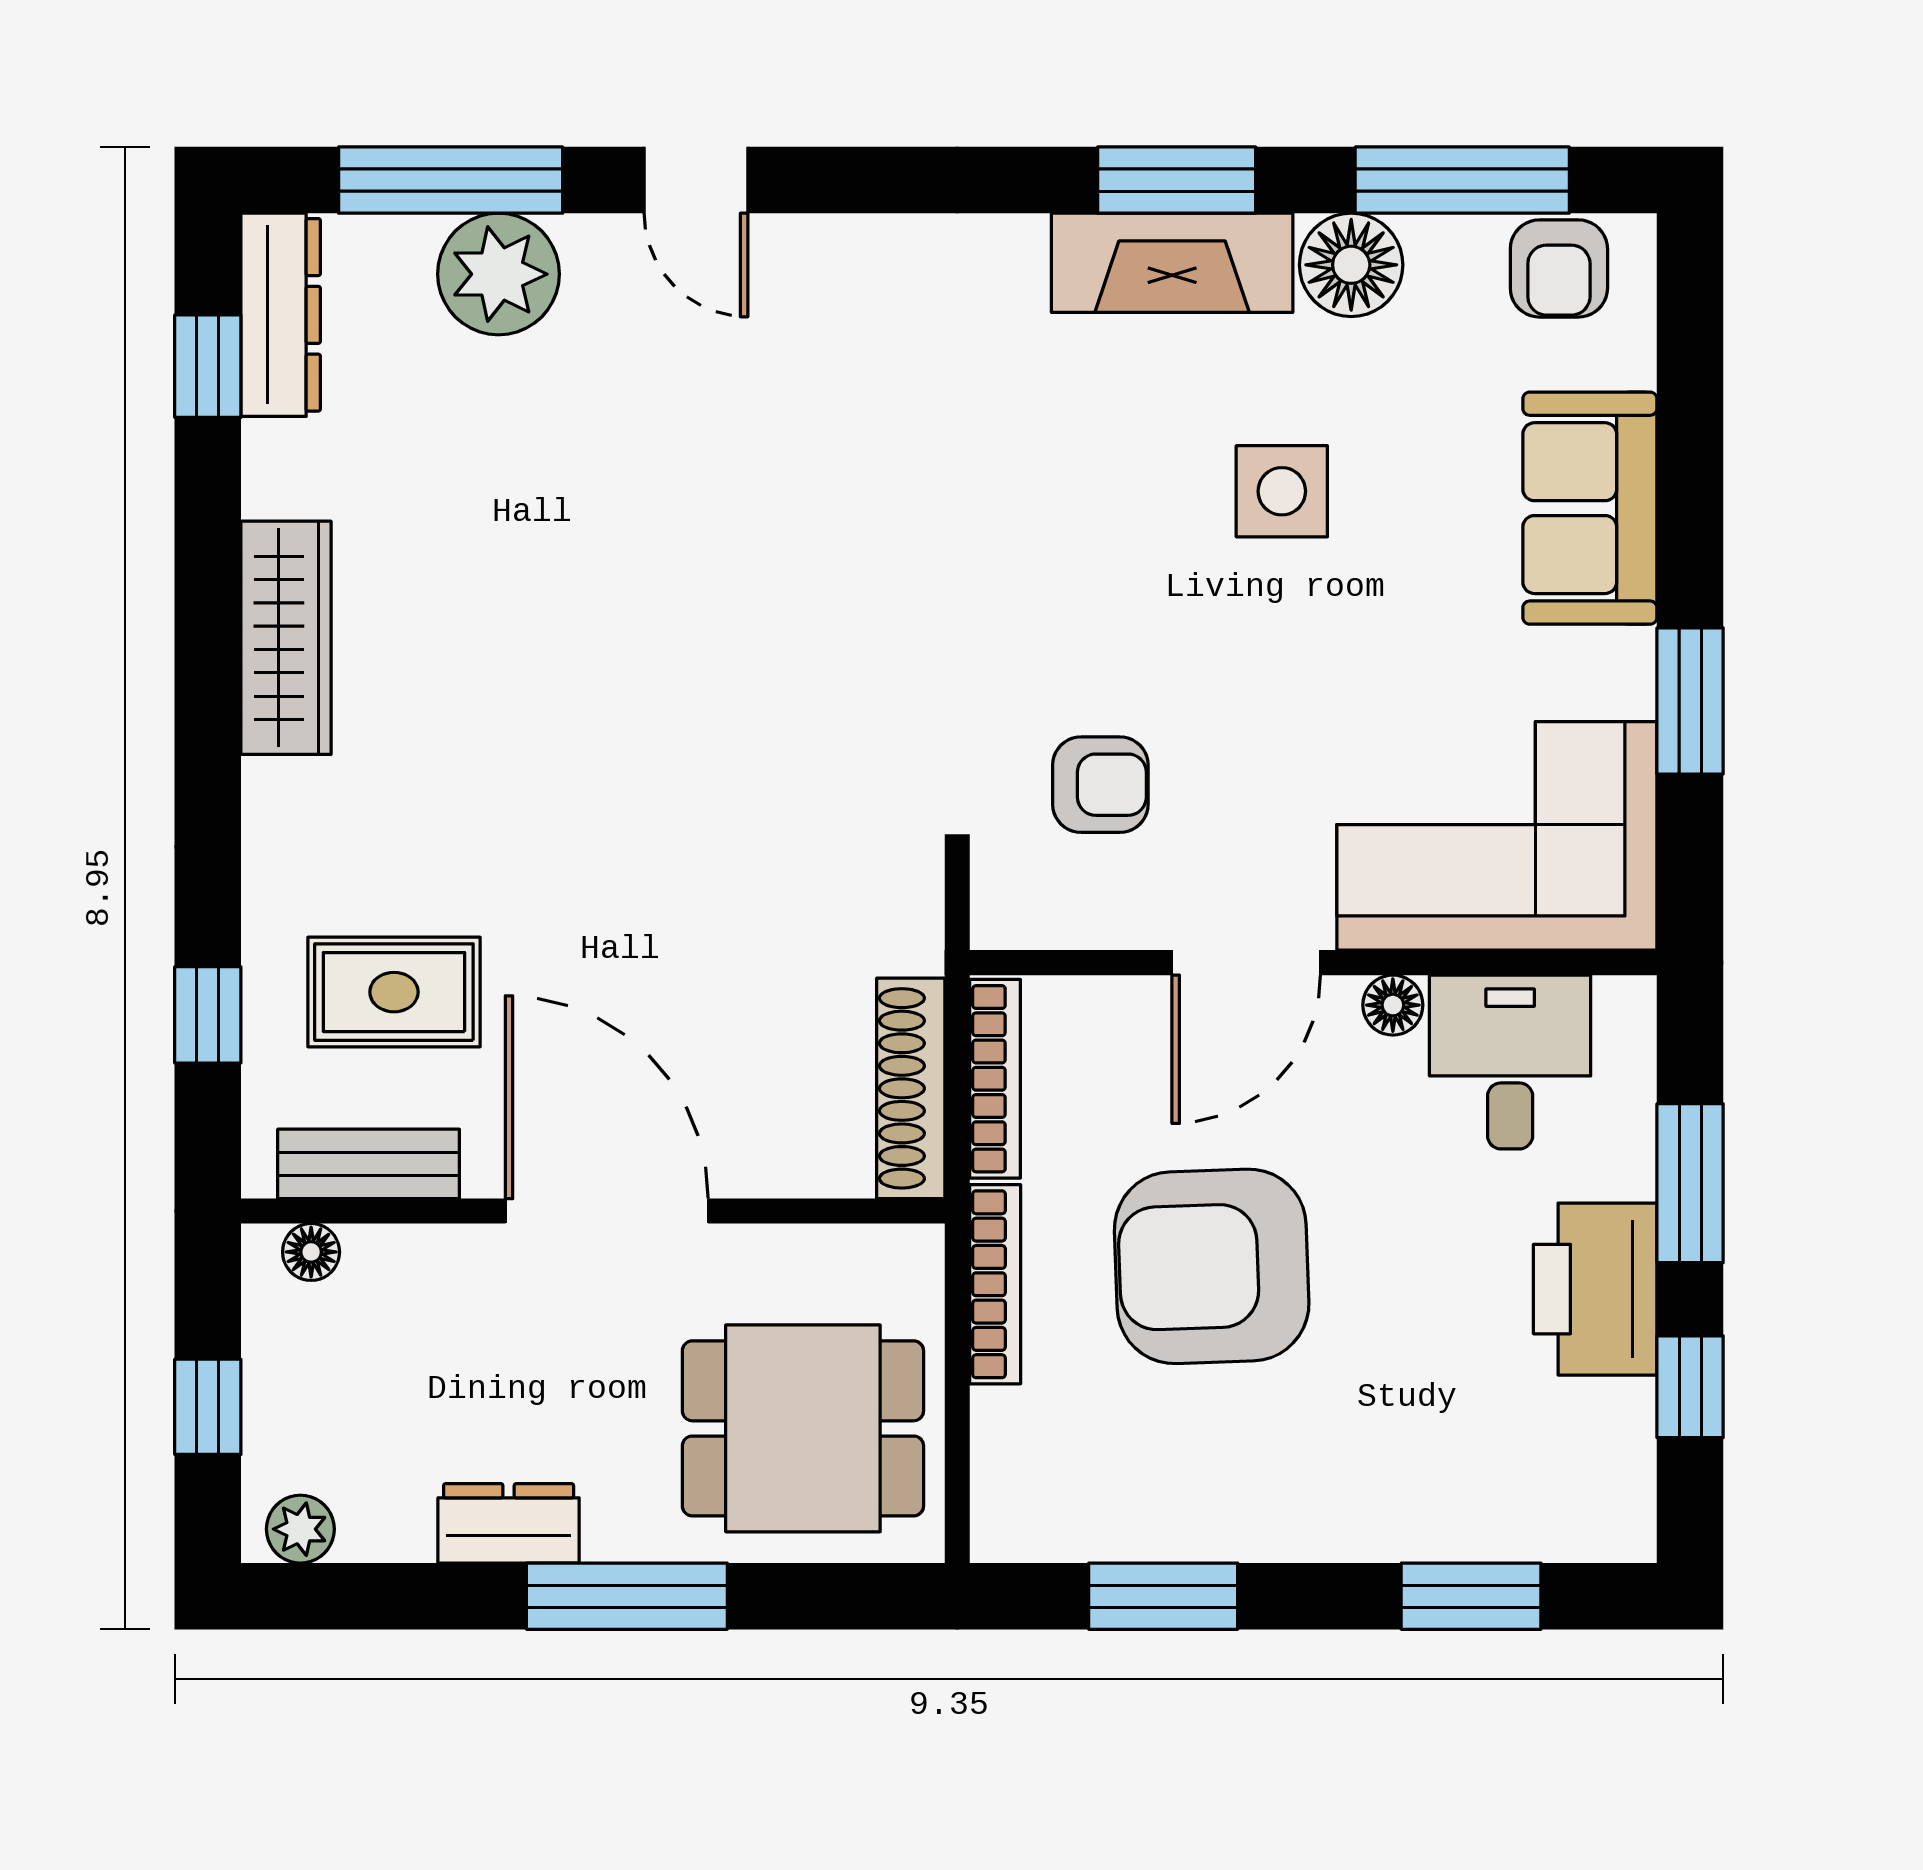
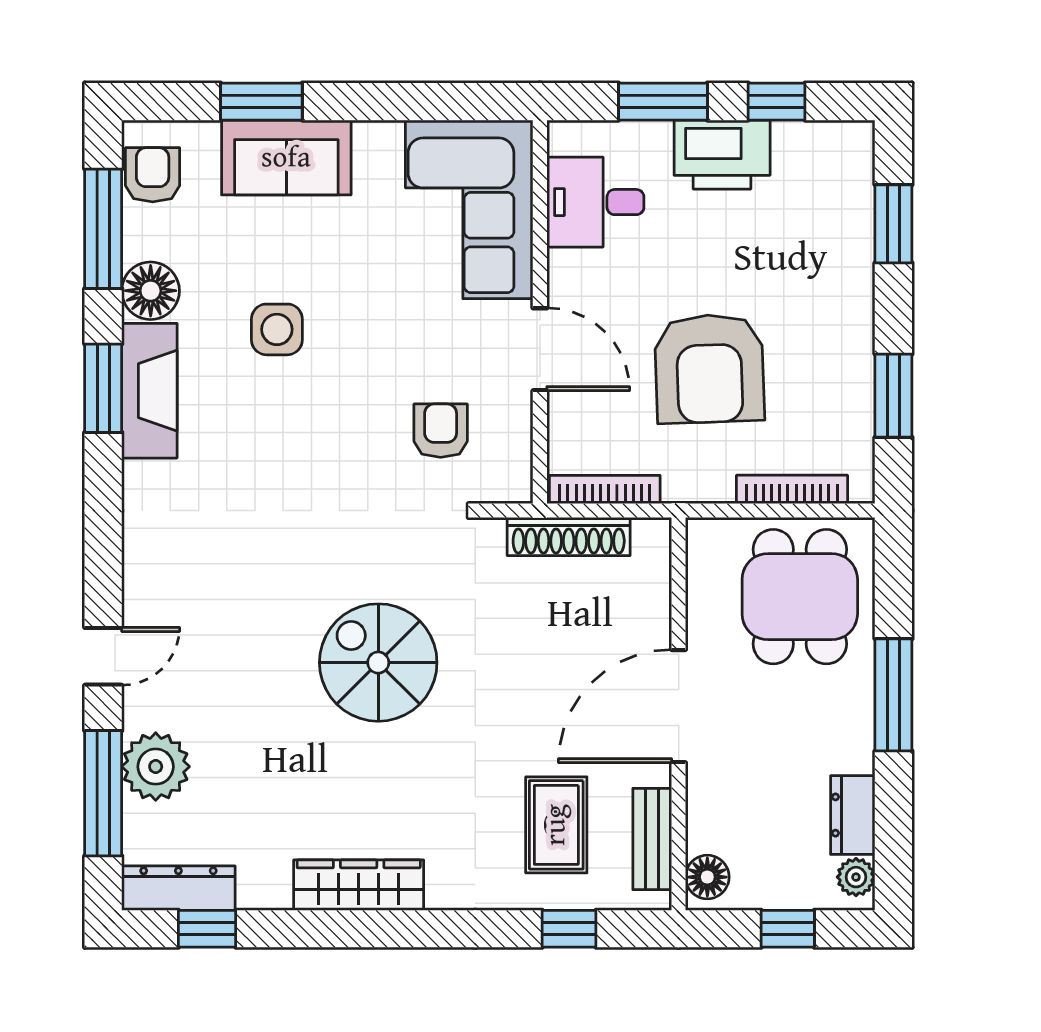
armchair: (1559, 268) -> (153, 175), turned -90
spiral stairs: (685, 673) -> (378, 663), added
window: (1690, 701) -> (261, 102), moved
floor lamp: (1393, 1005) -> (564, 267), removed
shoe rack: (911, 1088) -> (569, 536), moved
floor lamp: (311, 1252) -> (707, 877), width x1.37, depth x1.37
bookcase: (995, 1284) -> (792, 489), moved
dresser: (509, 1523) -> (853, 815), moved

